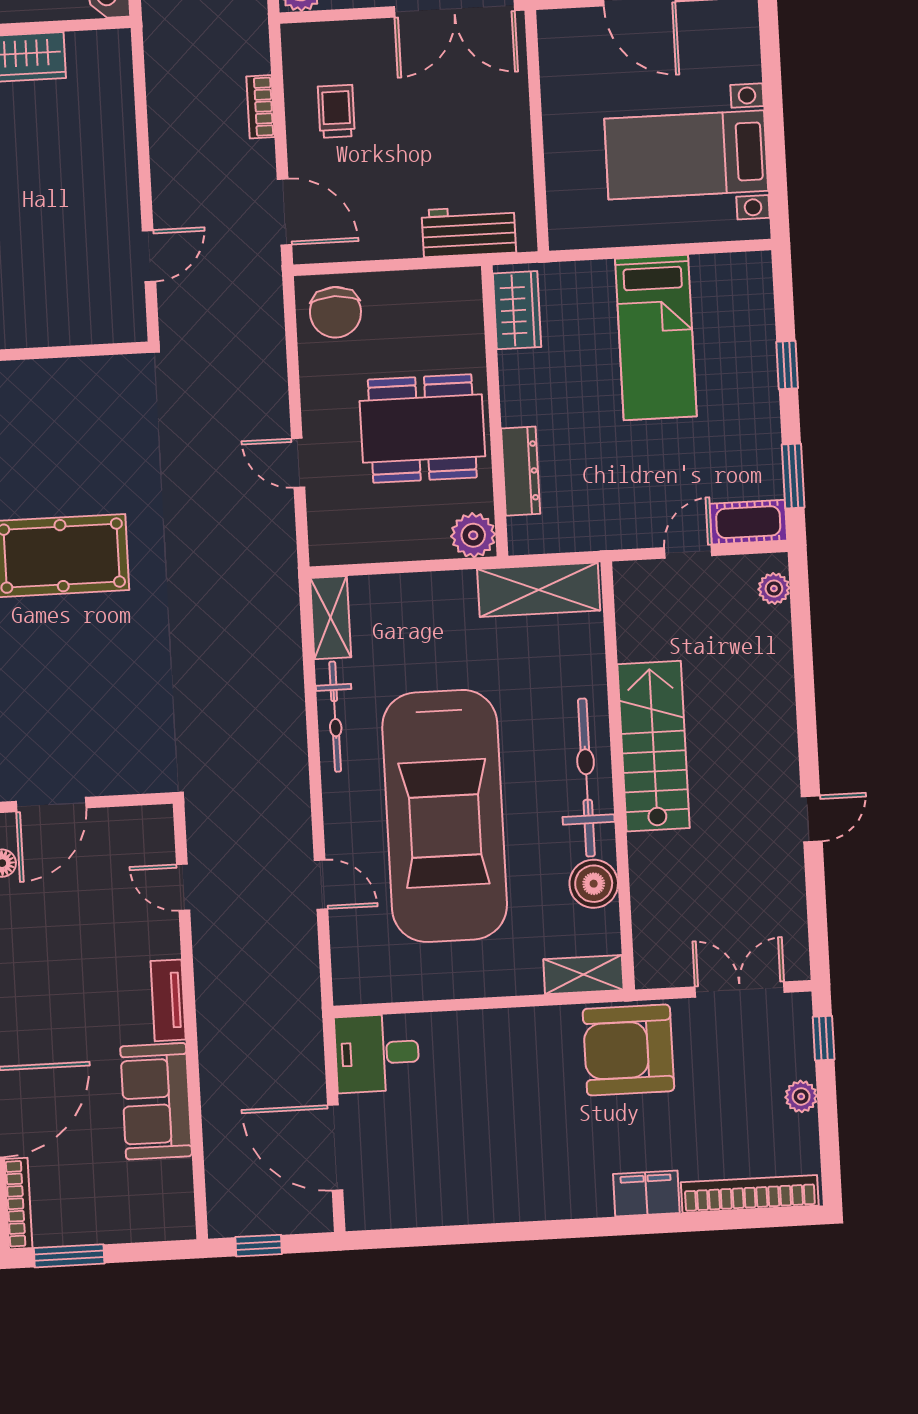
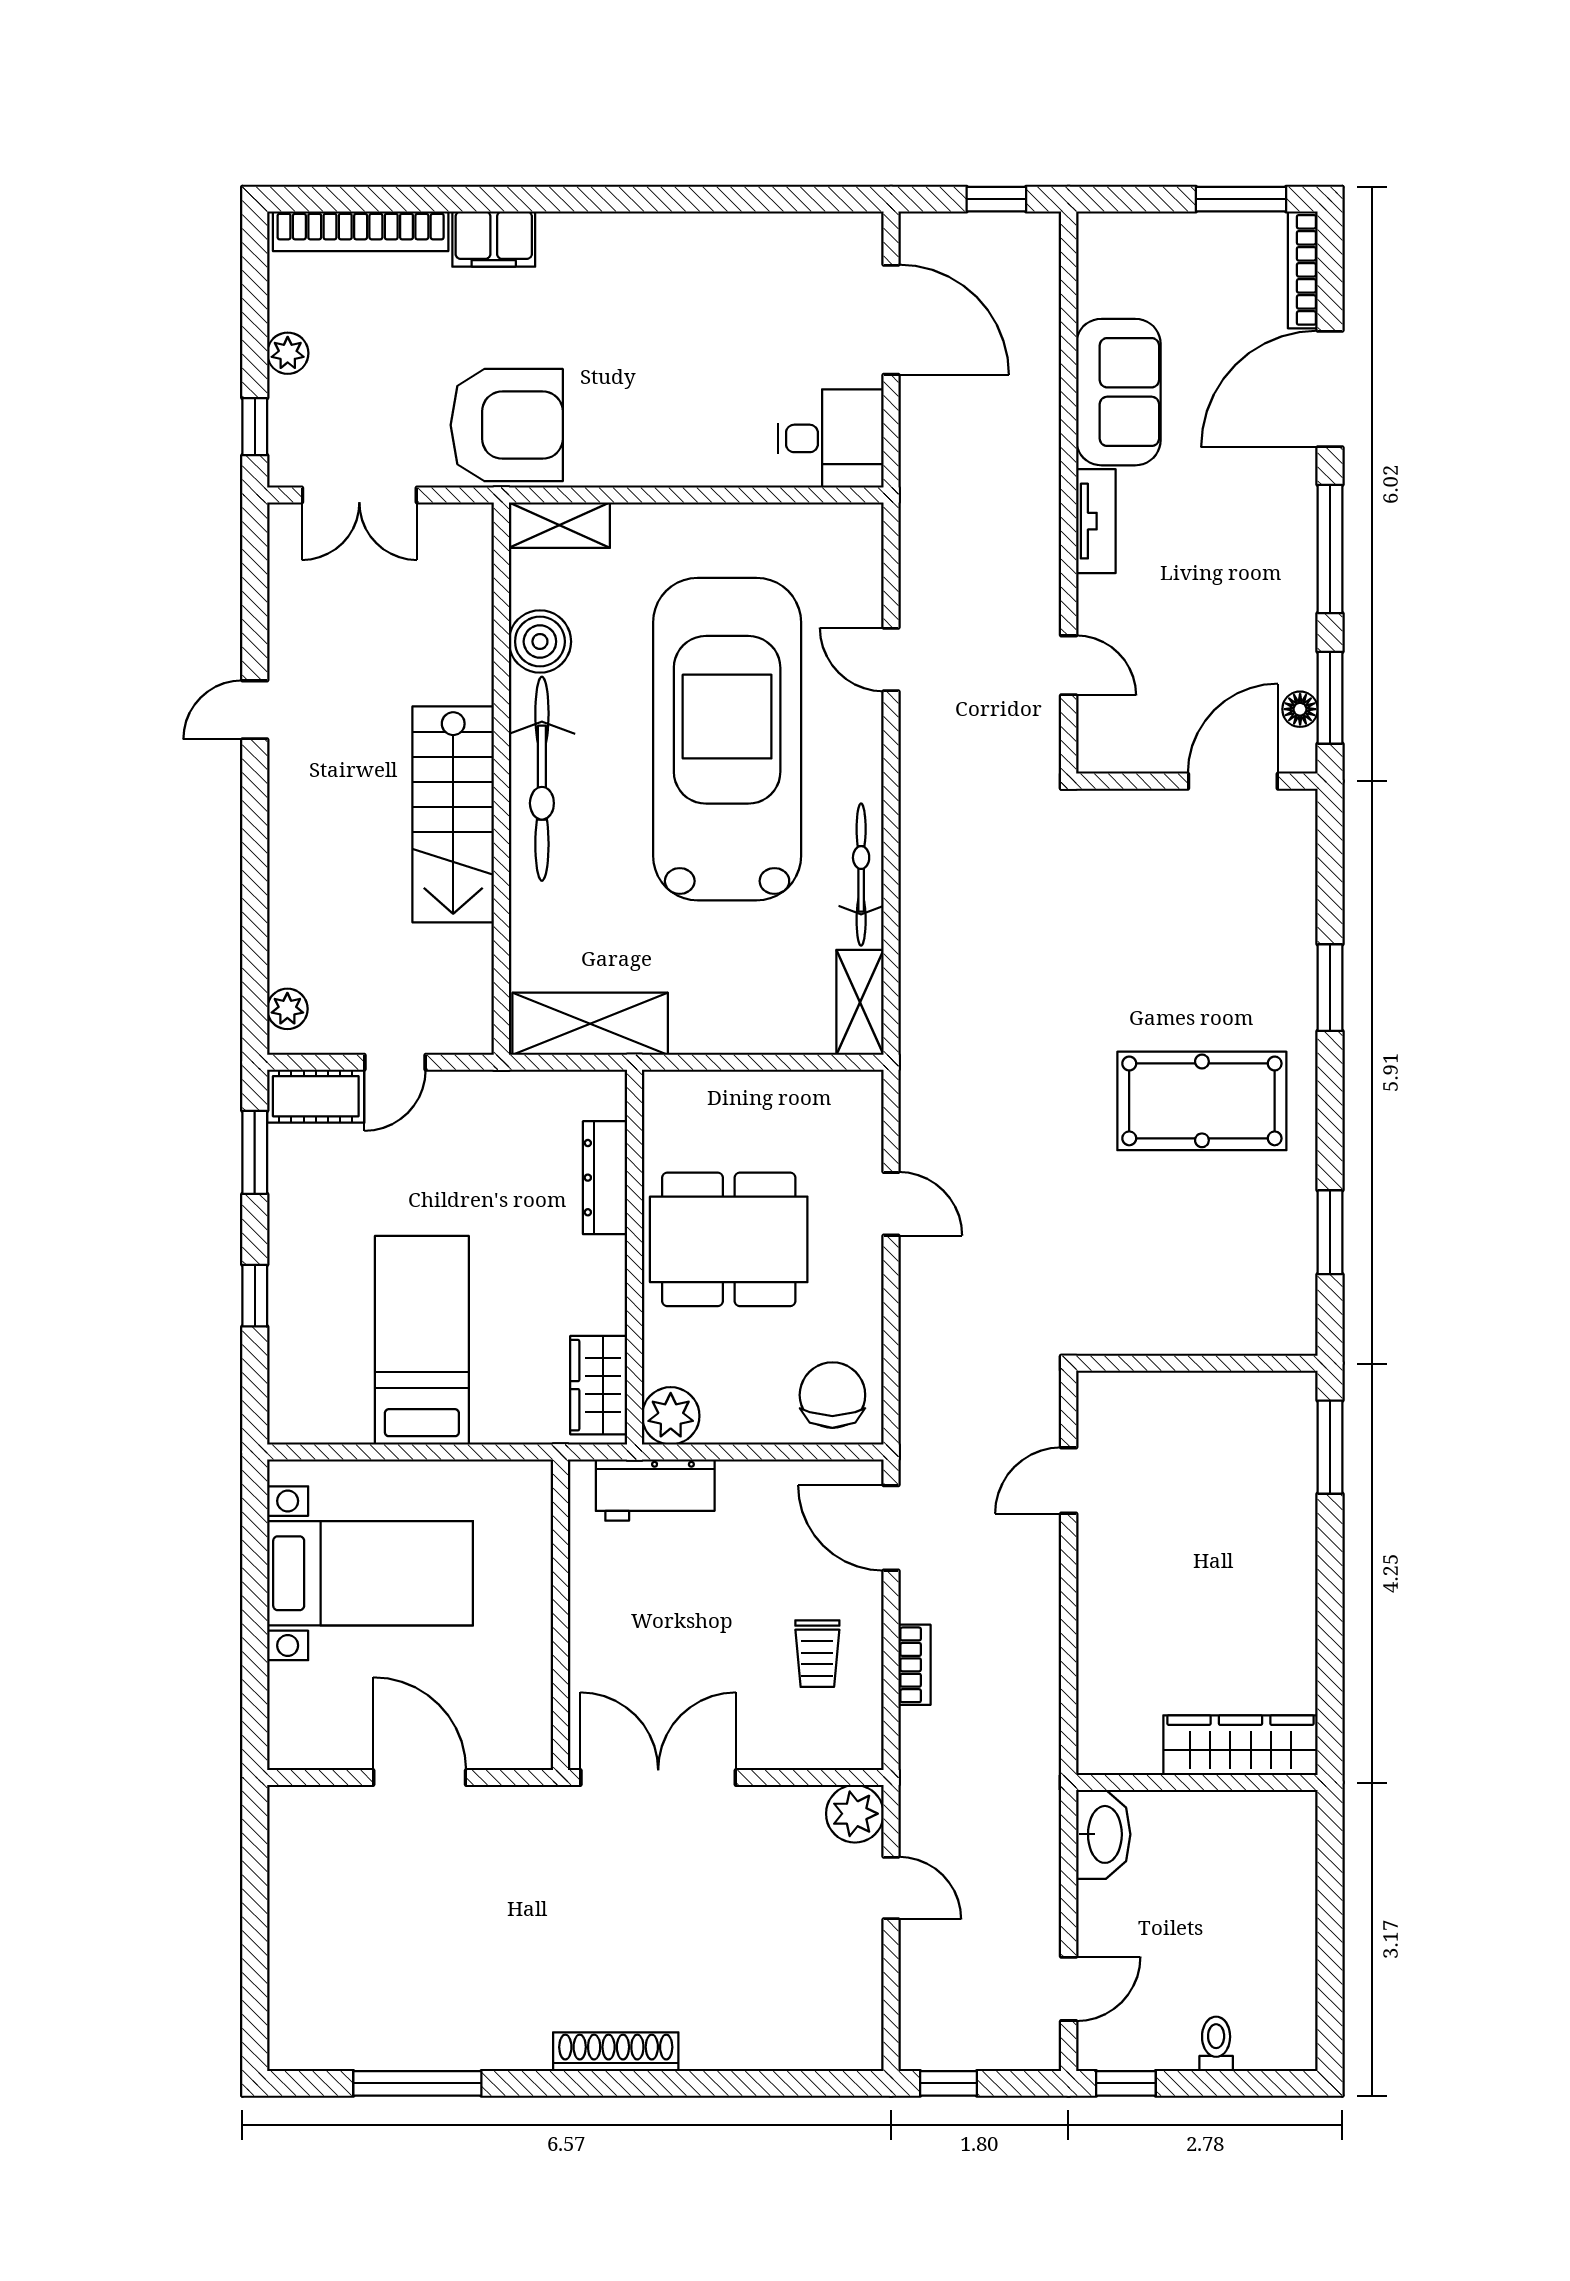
plant: (473, 535) -> (671, 1416), moved

